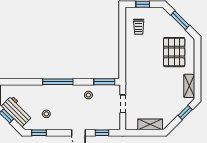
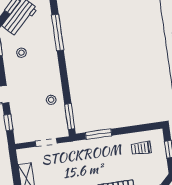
window: (122, 60) -> (99, 134), added
window: (58, 82) -> (58, 33), moved

